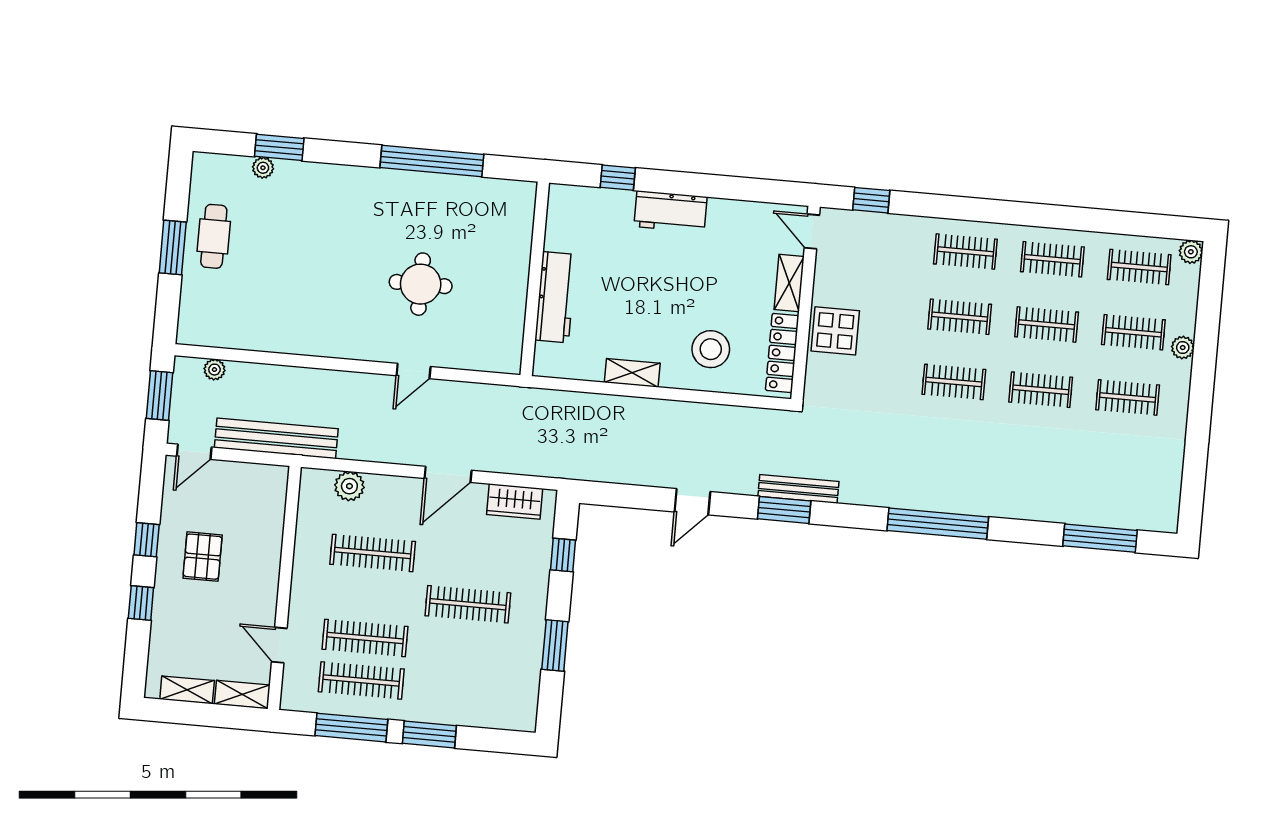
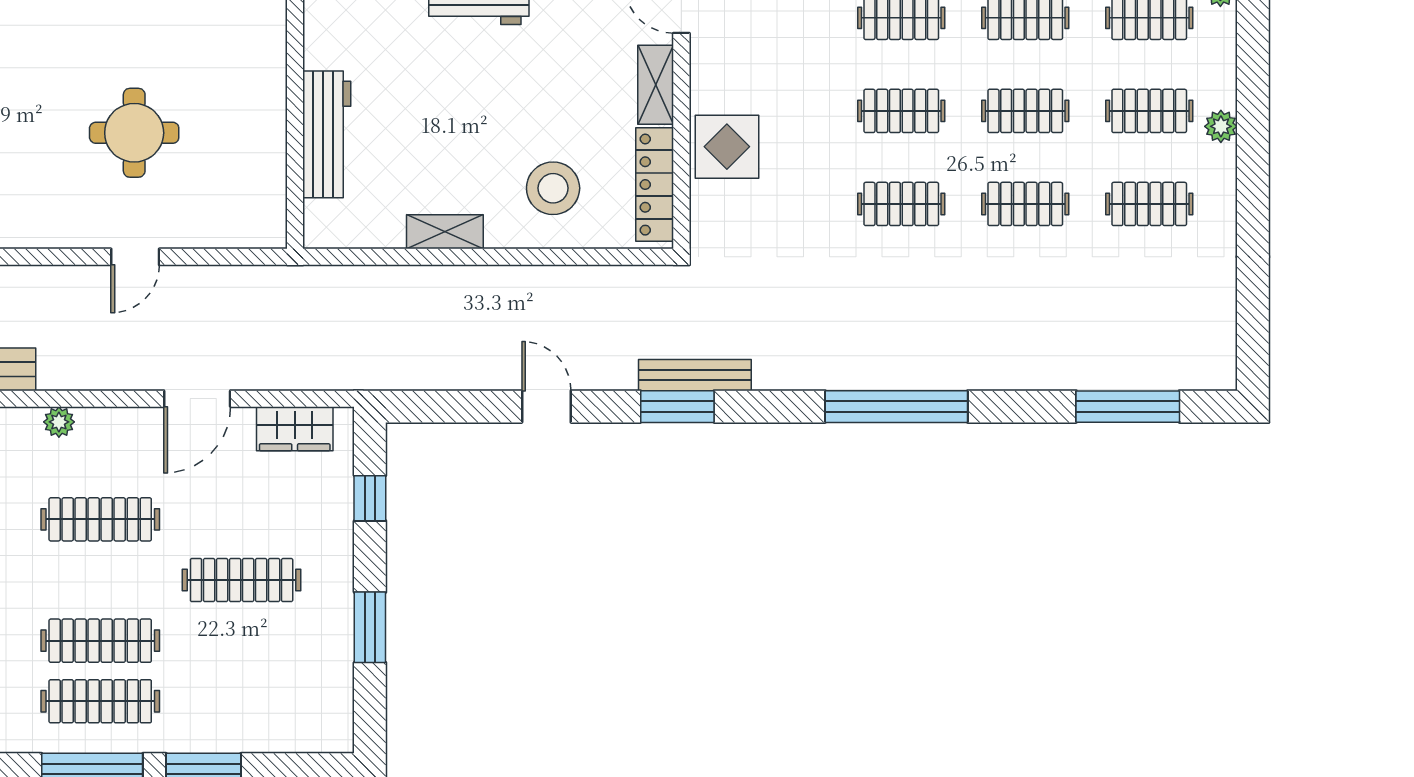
plant: (349, 486) -> (59, 422), width x0.73, depth x0.73
door: (692, 502) -> (546, 407), swing flipped

